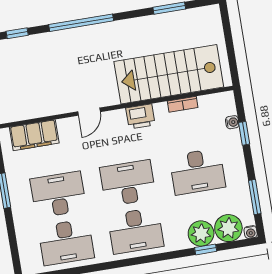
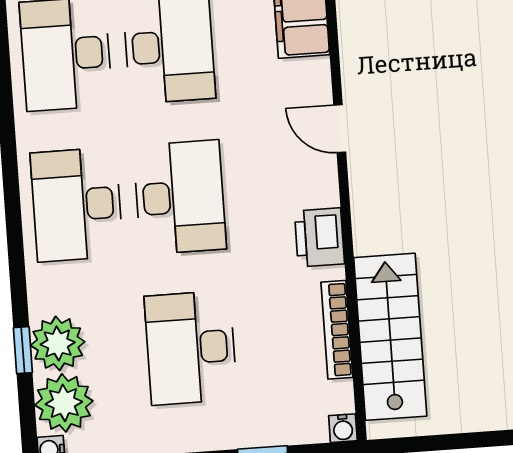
stairs: (169, 74) -> (390, 337), width x0.73, depth x0.66
bookcase: (183, 104) -> (337, 330), width x1.56
water cooler: (232, 122) -> (343, 428), moved

